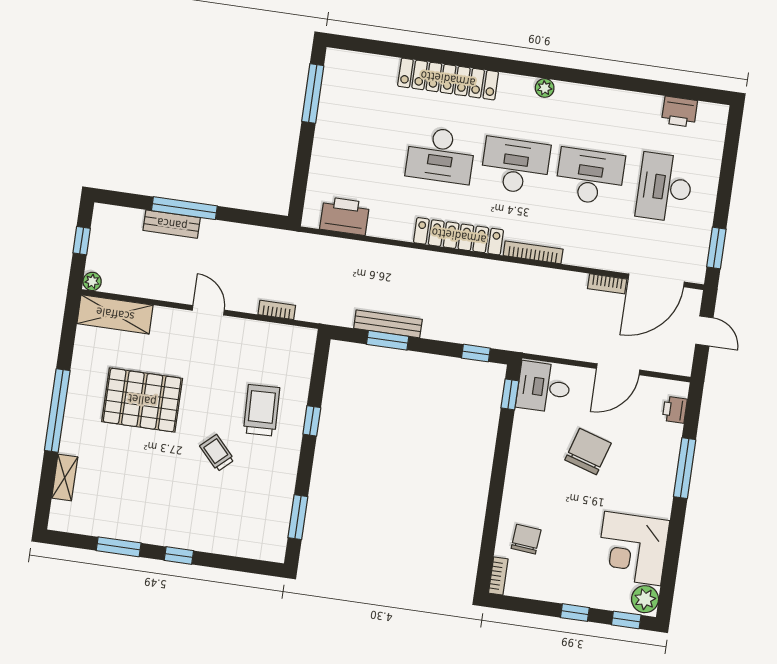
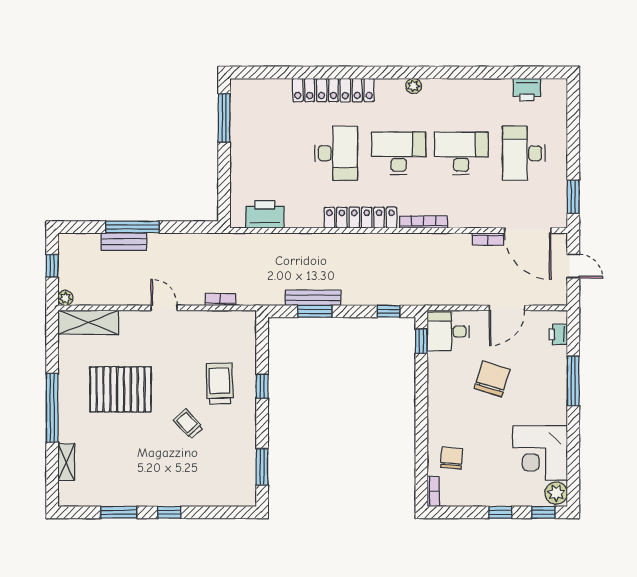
desk: (441, 155) -> (336, 153), turned -90
door: (656, 280) -> (528, 231), hinge flipped

